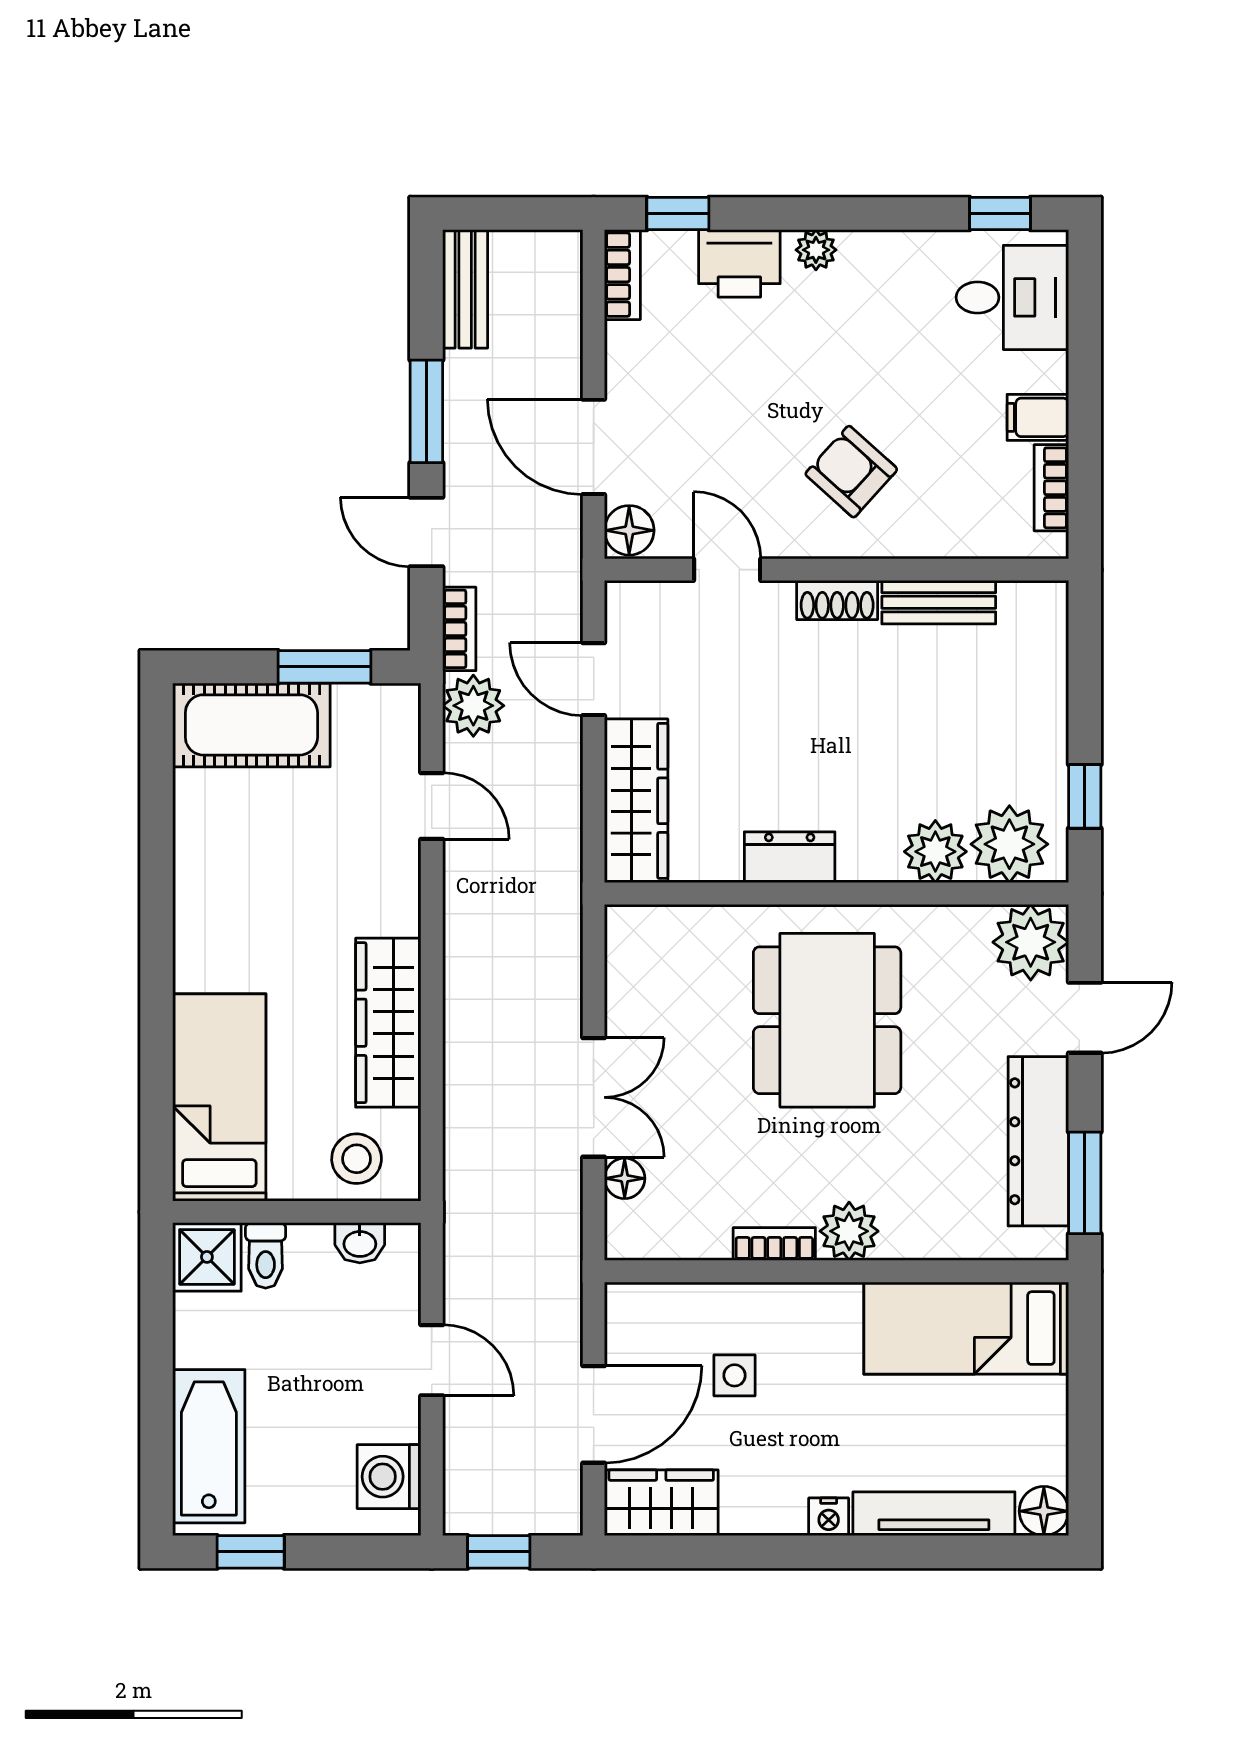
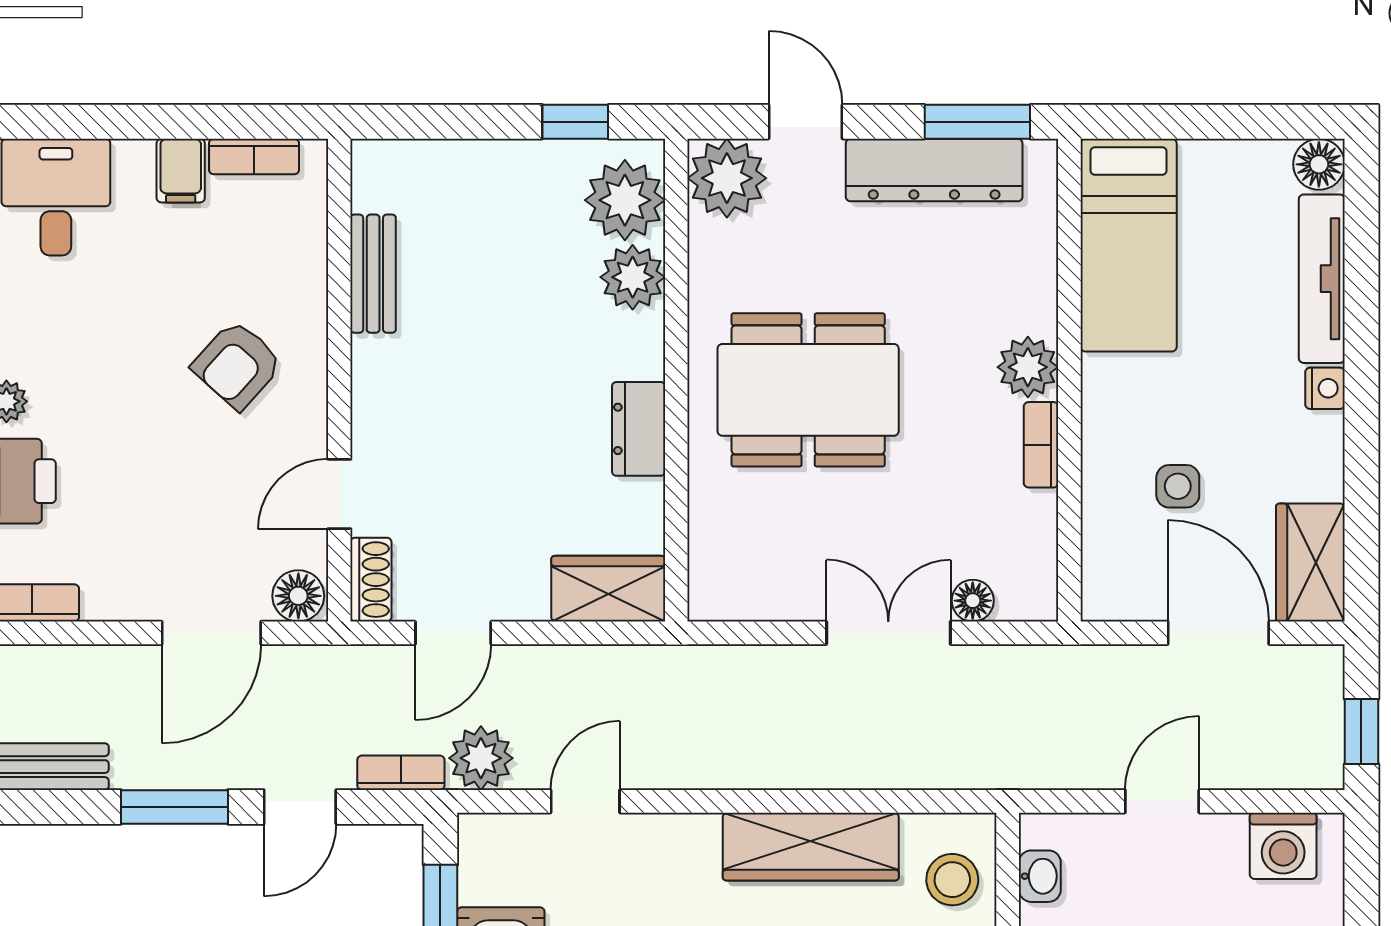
shoe rack: (837, 600) -> (371, 580), moved
wardrobe: (636, 801) -> (608, 589), width x0.67

